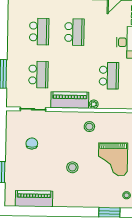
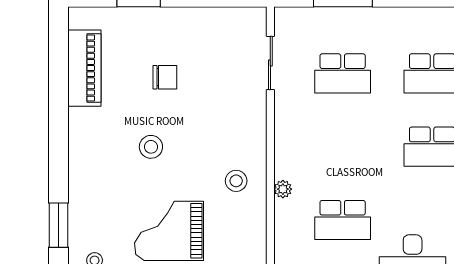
piano: (70, 100) -> (291, 139), removed
chair: (32, 144) -> (165, 77), moved

